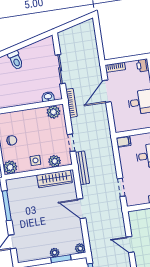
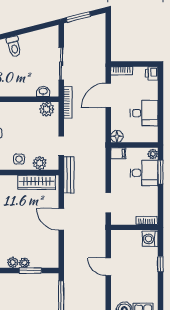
window: (69, 25) -> (78, 17), added
floor lamp: (120, 127) -> (117, 136), added
plant: (80, 248) -> (13, 262), moved

